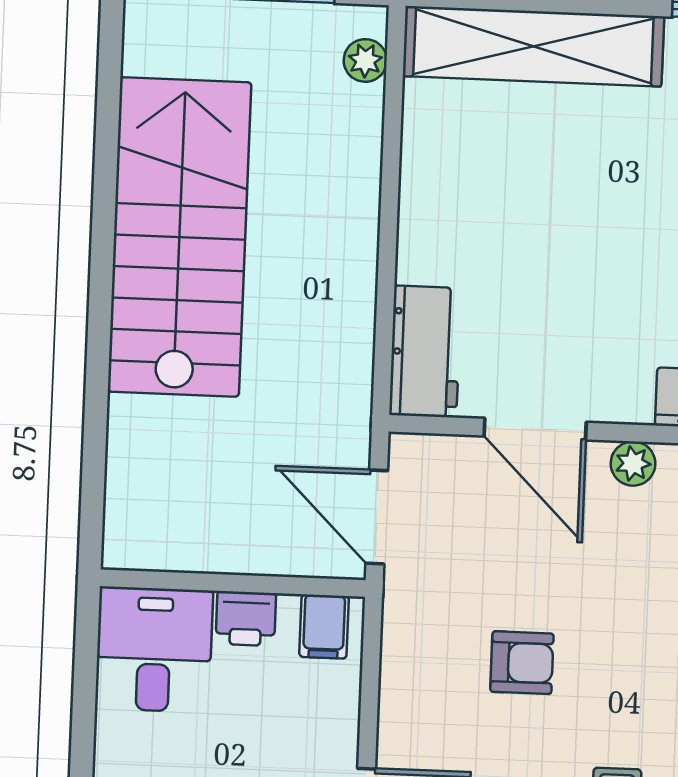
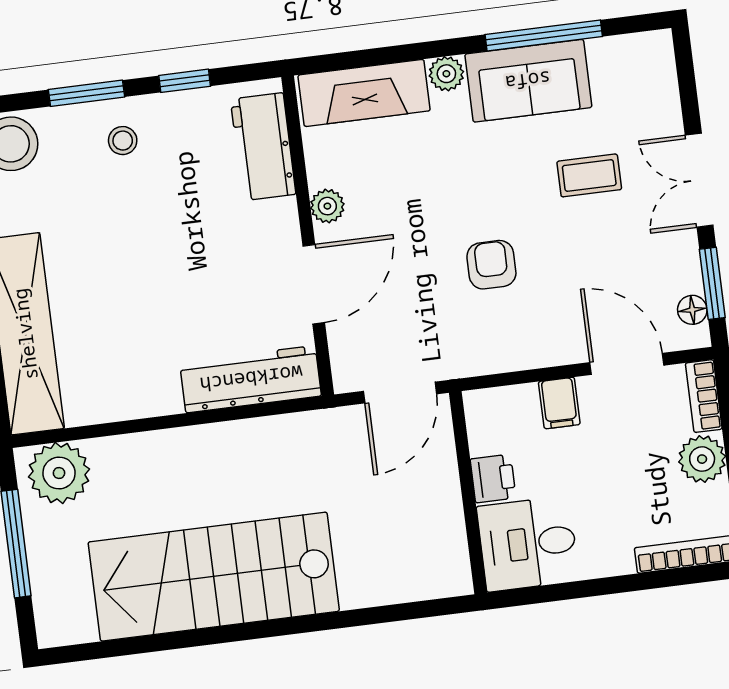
plant: (365, 60) -> (59, 473), width x1.87, depth x1.87
workbench: (425, 351) -> (251, 379), width x1.38
filing cabinet: (324, 627) -> (559, 403), moved, turned 90

